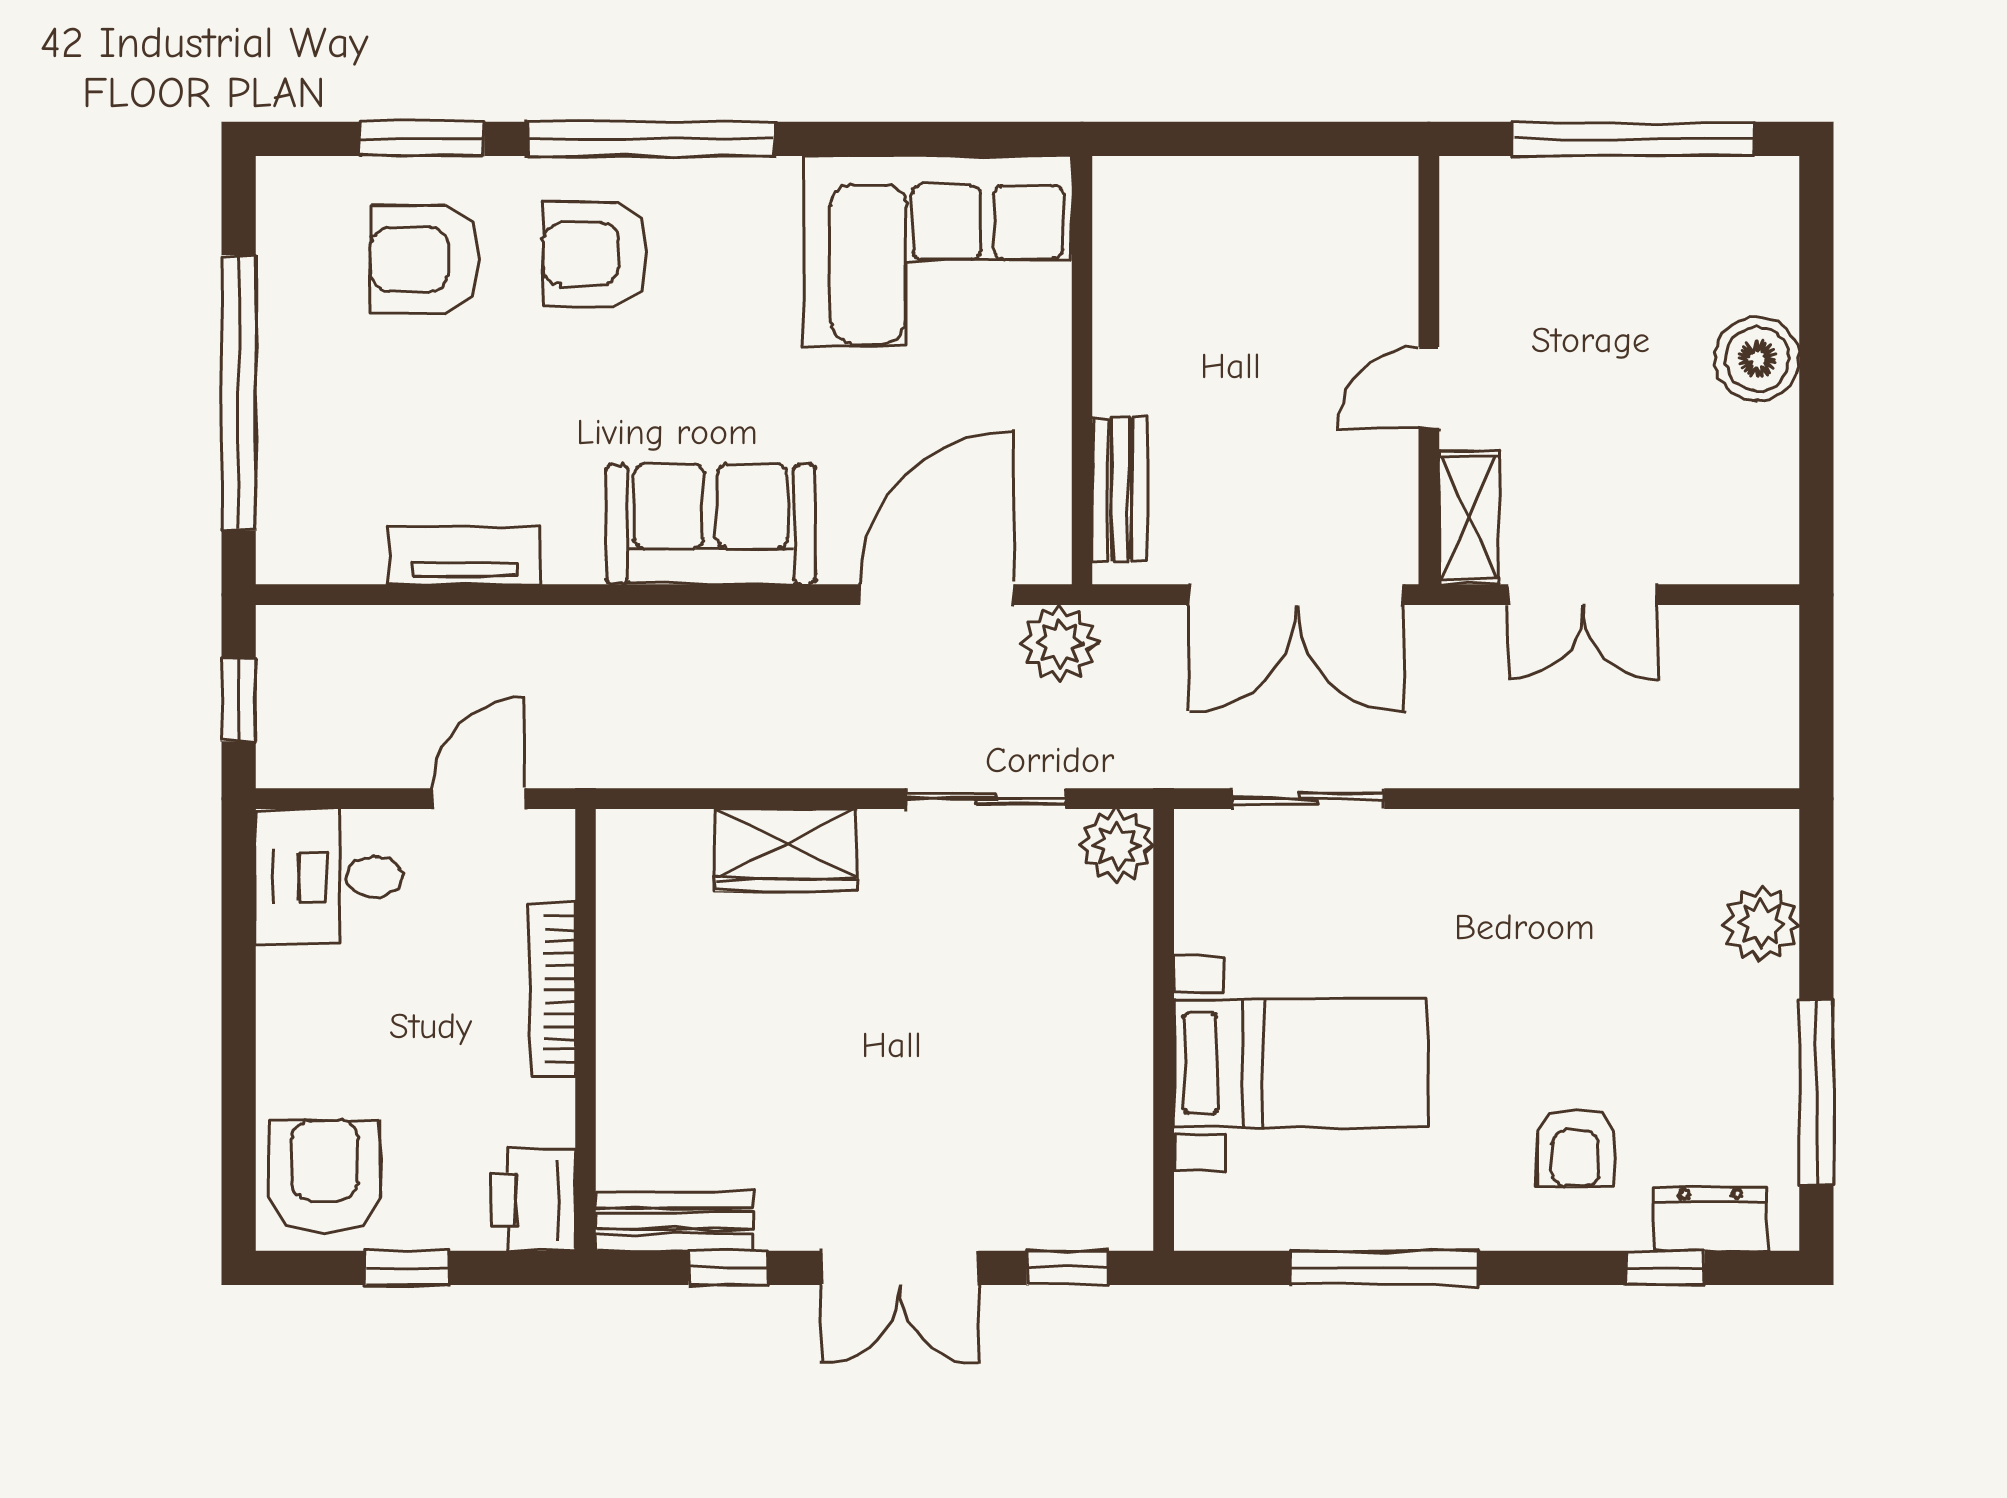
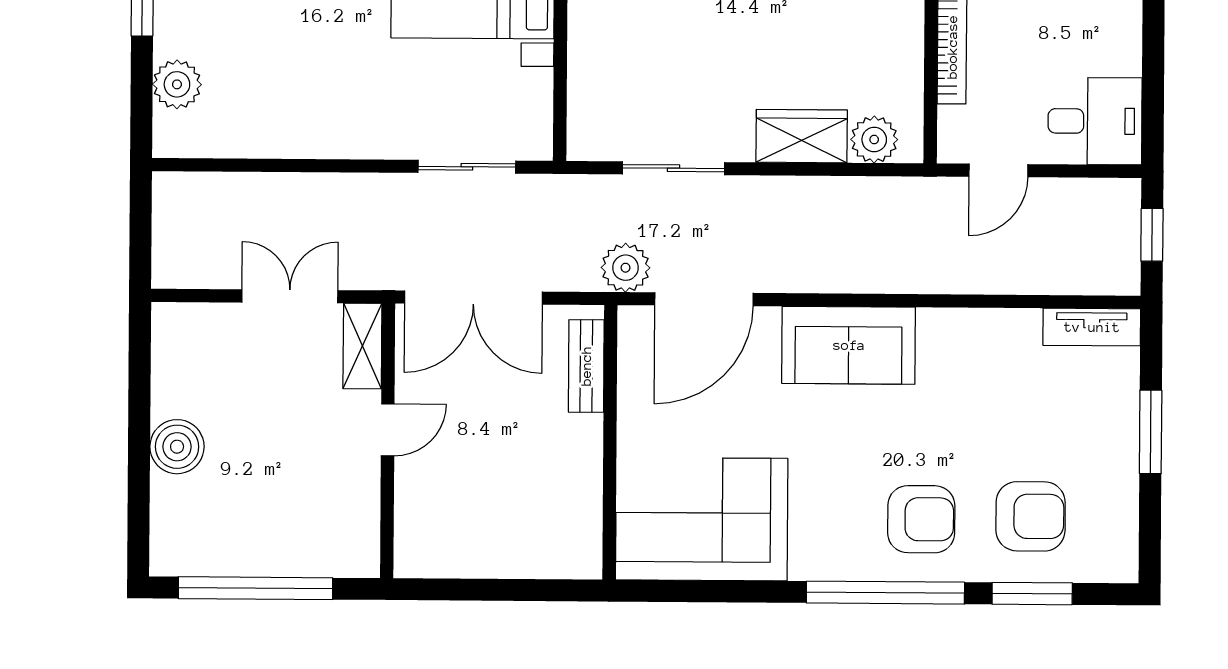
window: (239, 393) -> (1151, 432), width x0.47
tv unit: (464, 555) -> (1092, 327), moved
double door: (1296, 595) -> (473, 298), swing flipped
plant: (1117, 846) -> (874, 140), moved

